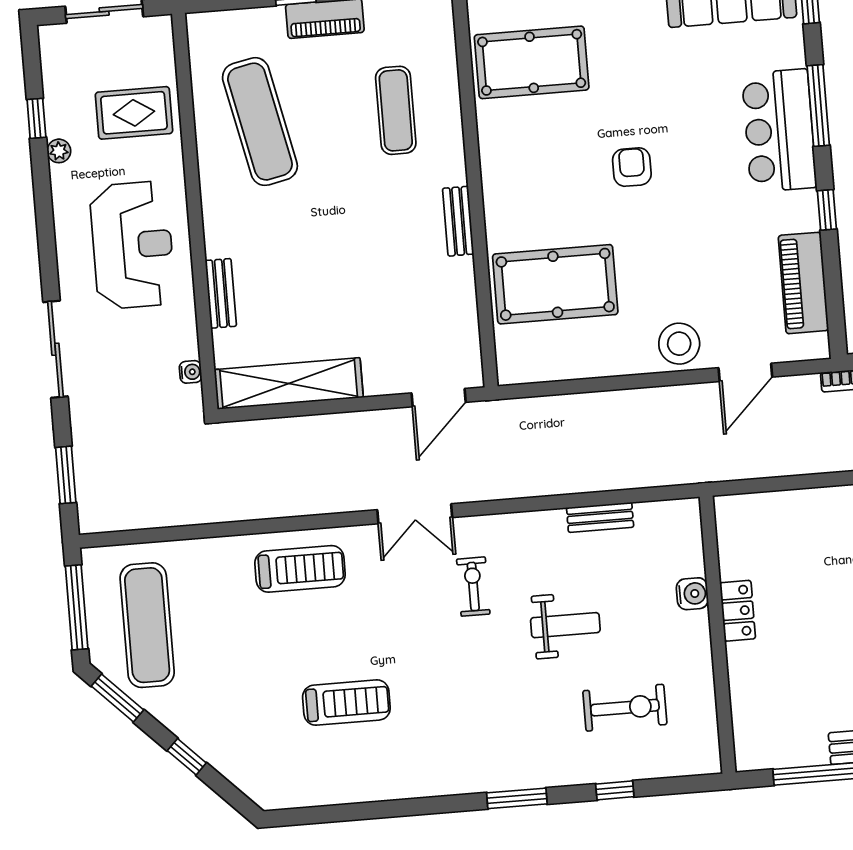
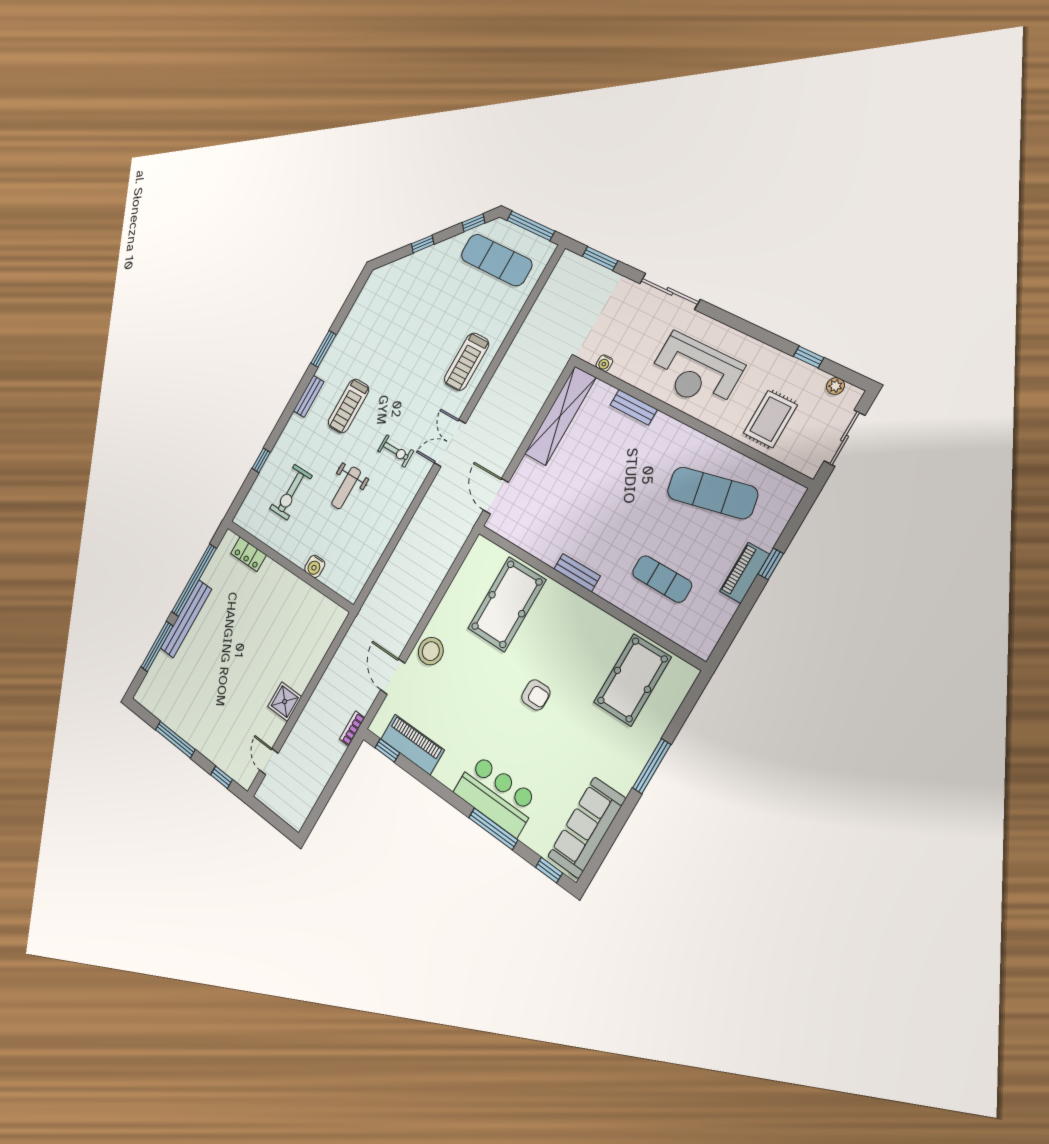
plant: (59, 151) -> (835, 386), moved
window: (827, 210) -> (387, 750), moved
bench: (600, 517) -> (309, 396), moved
locker: (738, 611) -> (248, 554), moved
window: (118, 698) -> (473, 223), width x0.67
treadmill: (346, 703) -> (348, 406), moved
window: (517, 798) -> (323, 349), moved

